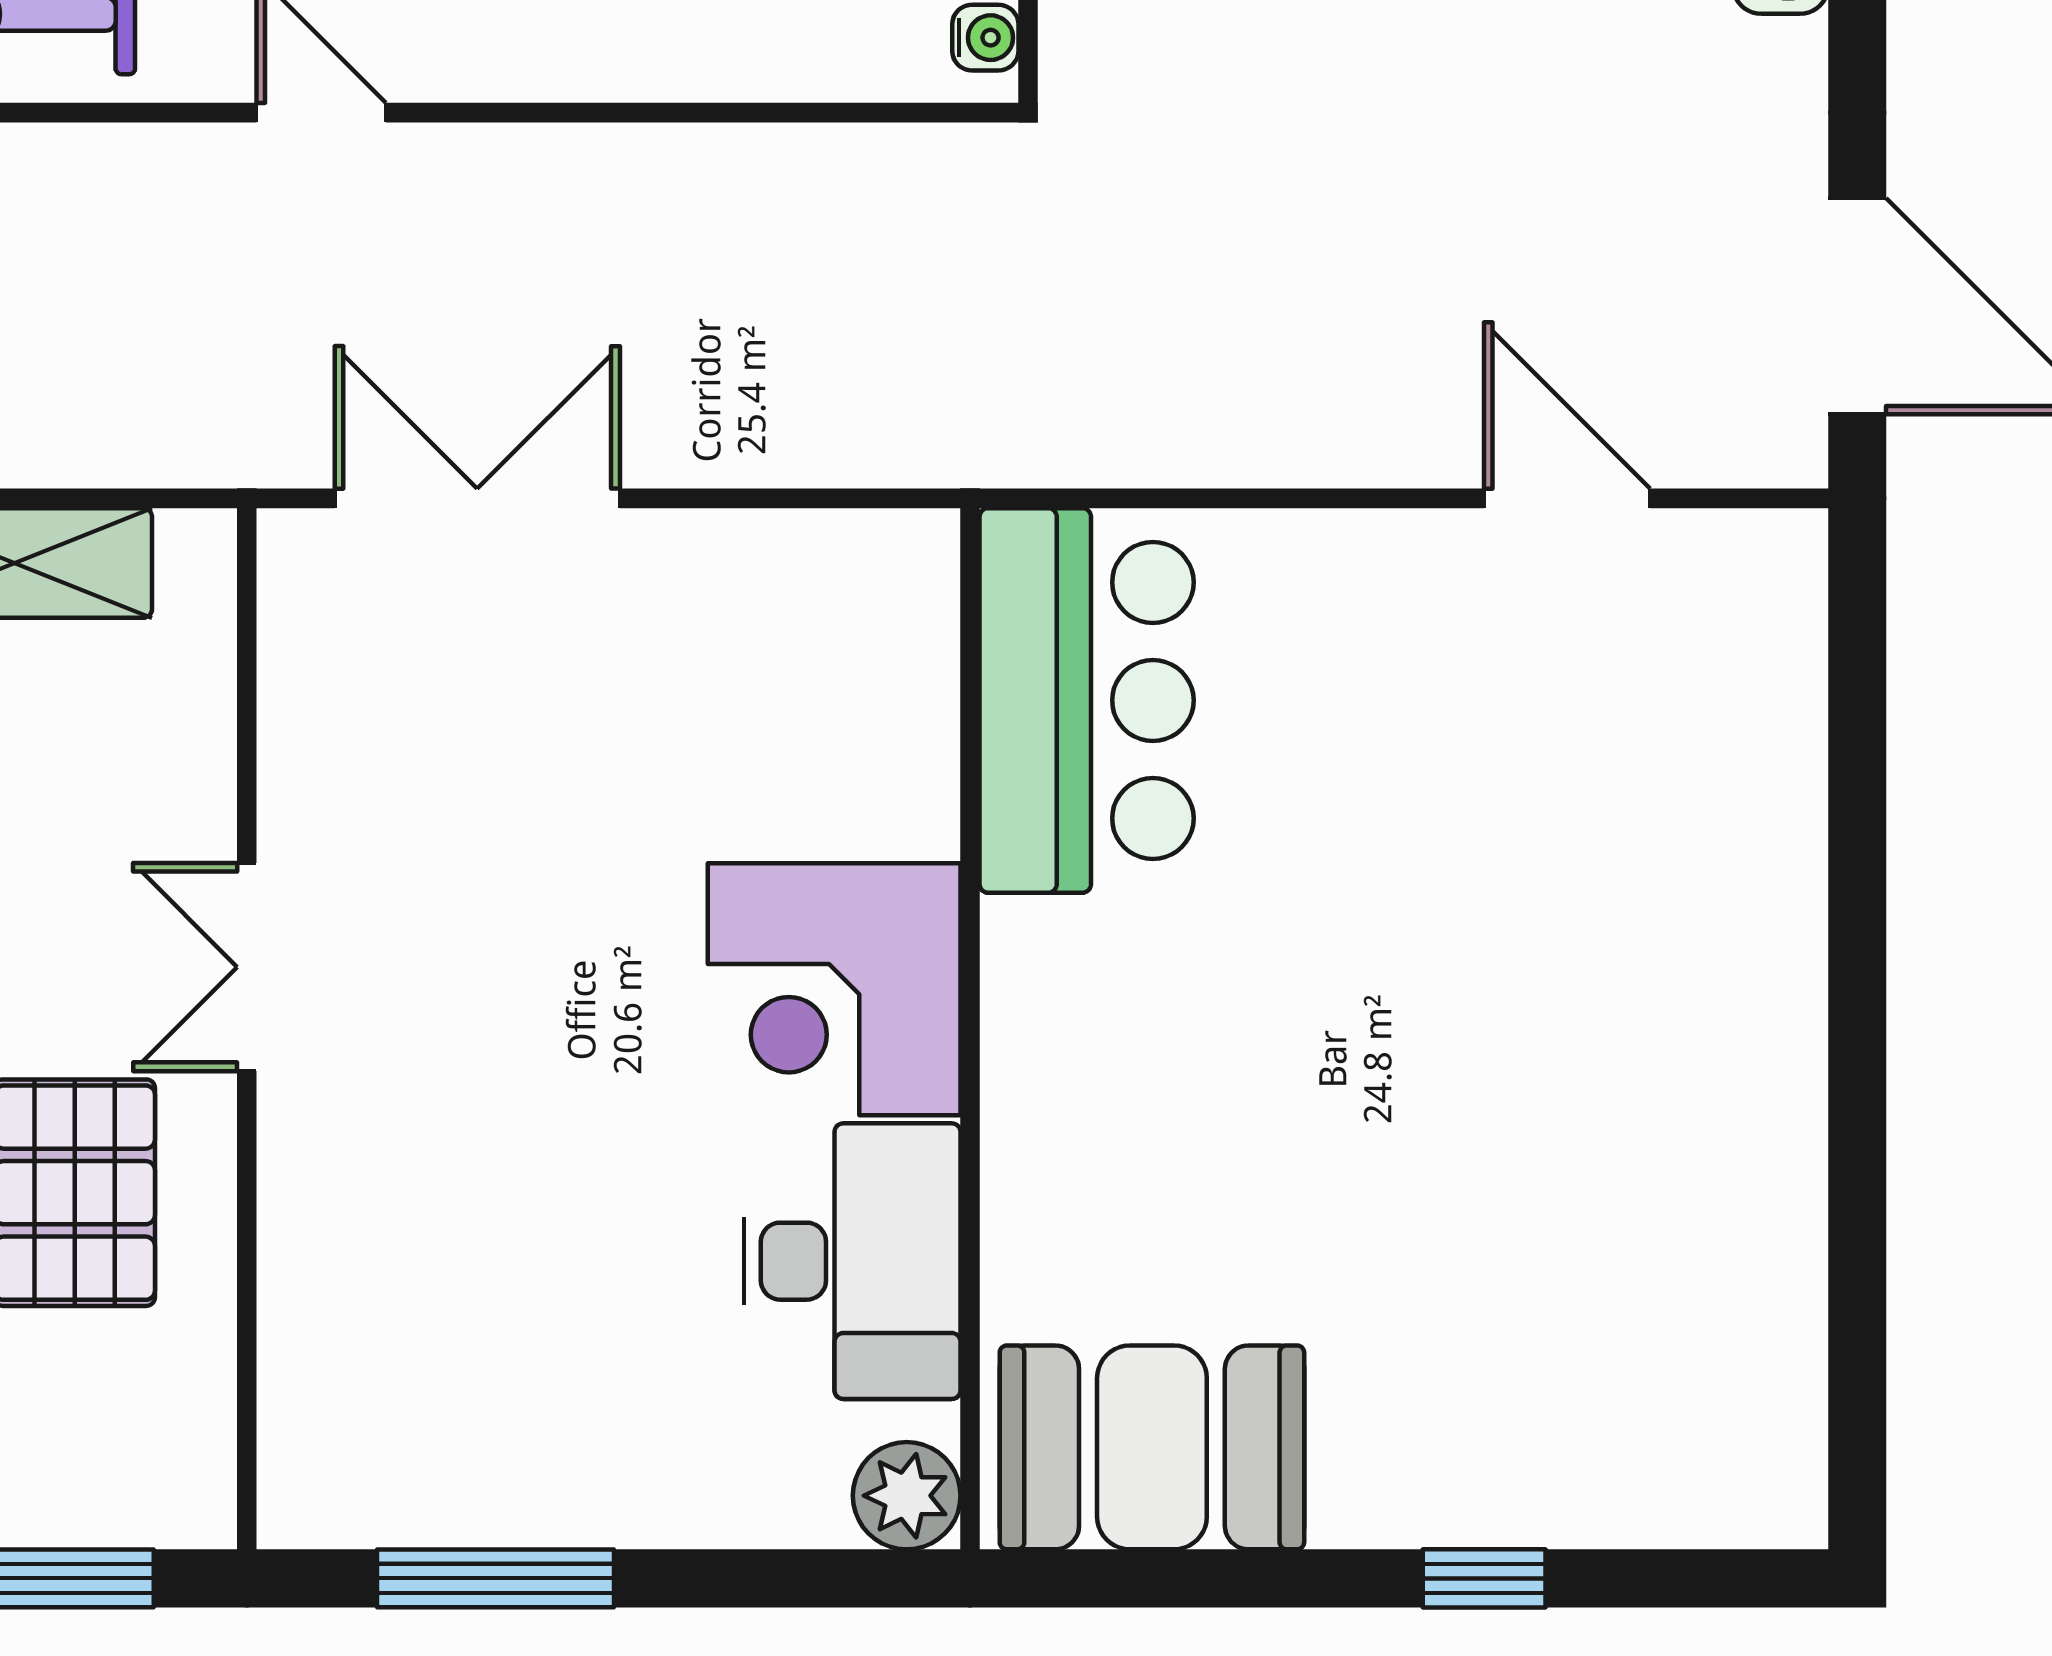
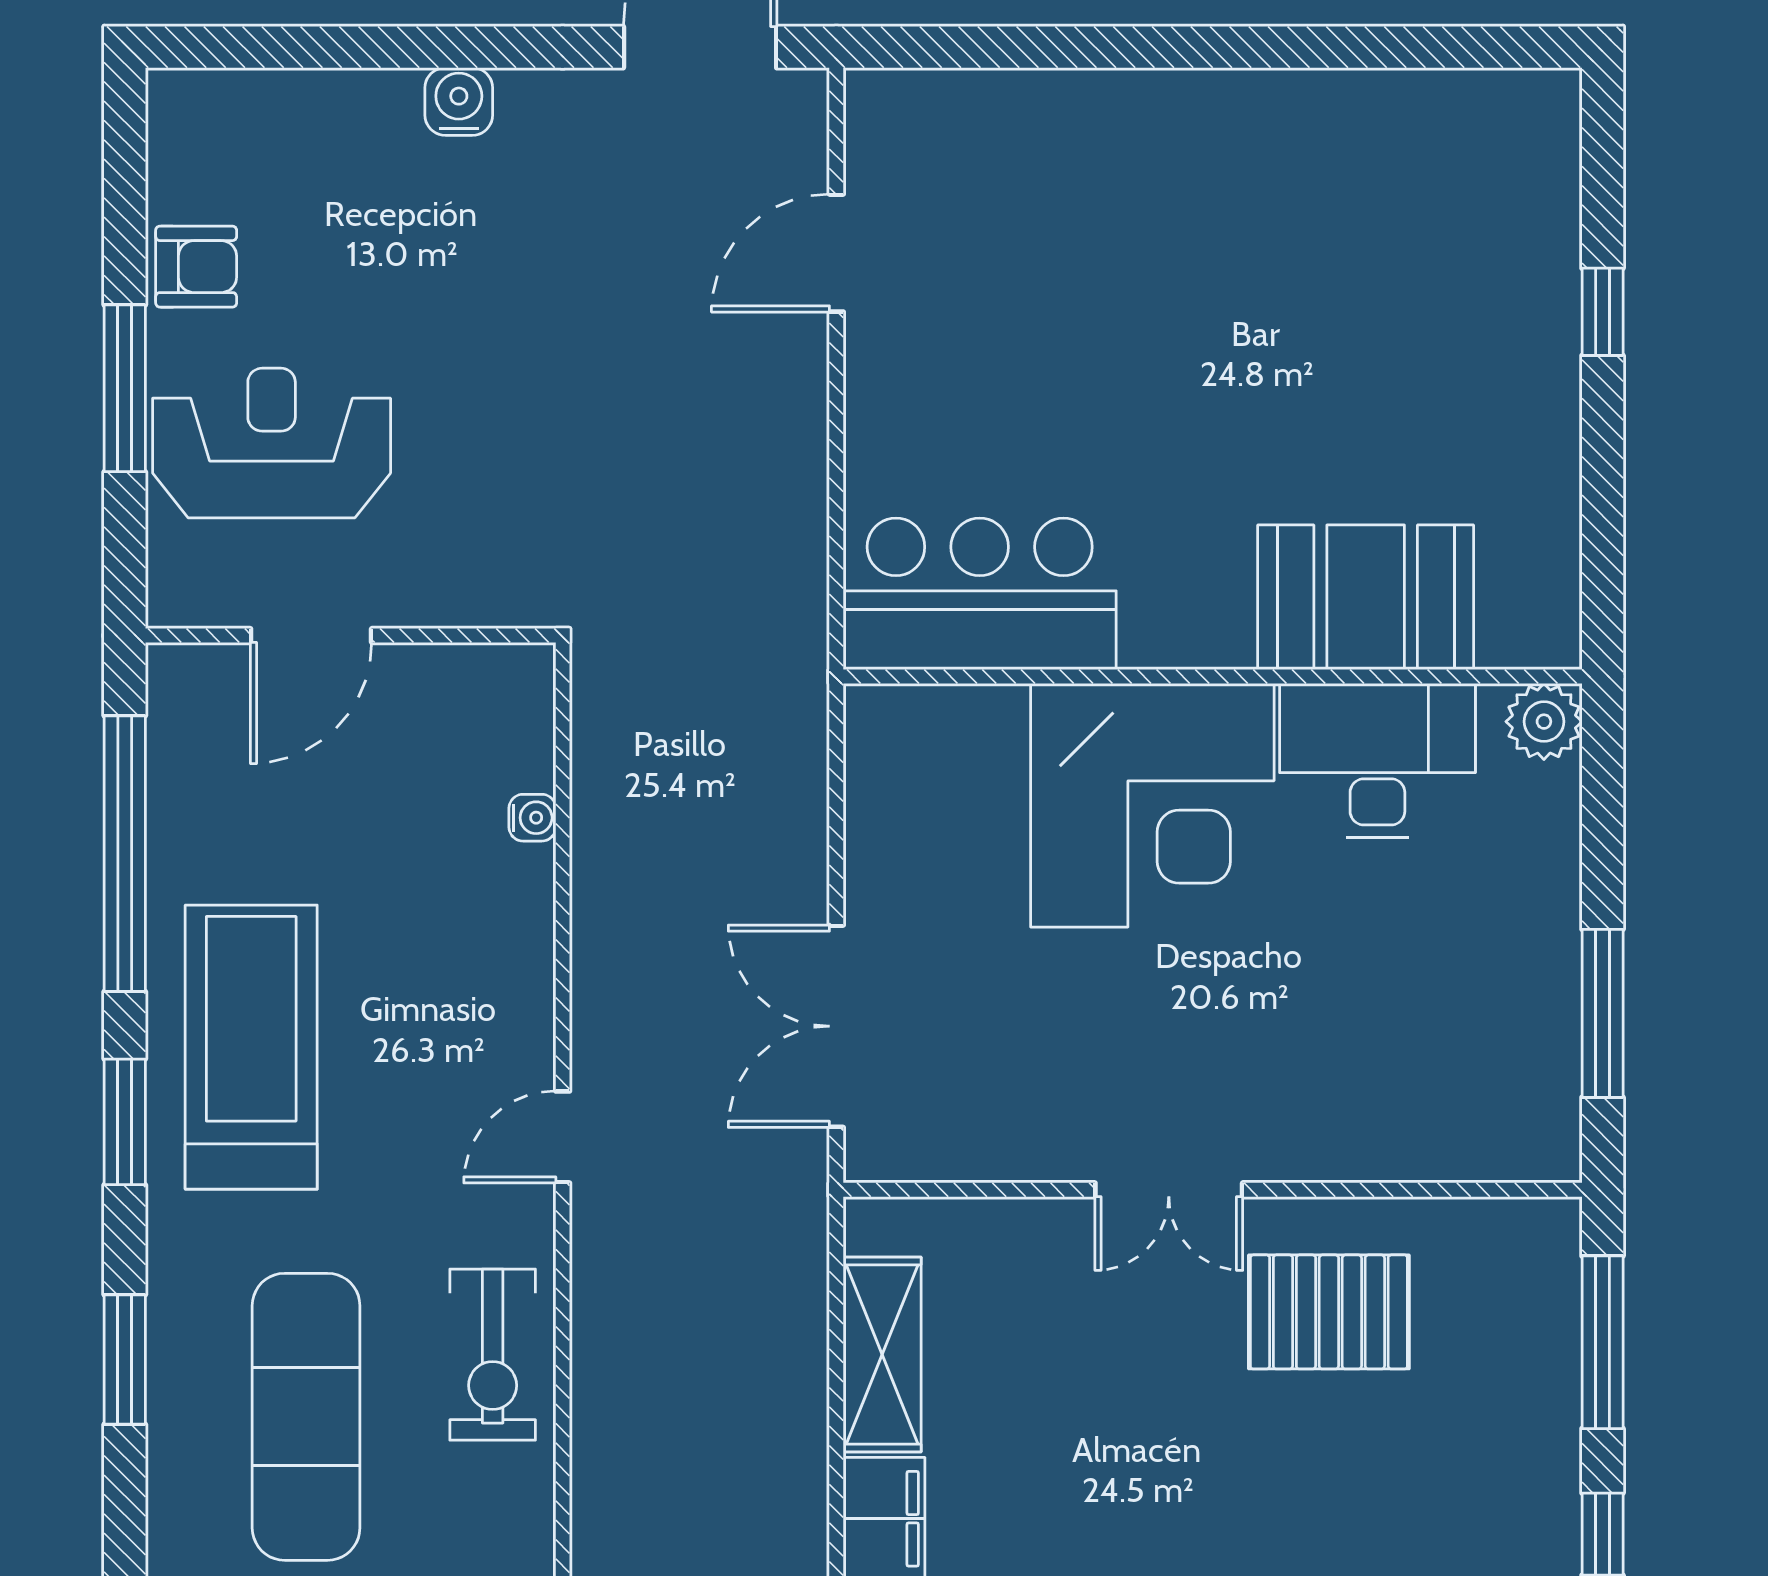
water cooler: (985, 38) -> (532, 818), moved, turned 90
corner desk: (834, 989) -> (1152, 805), width x1.36, depth x1.36
booth: (1152, 1447) -> (1366, 597), moved, turned 90

